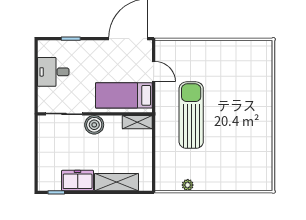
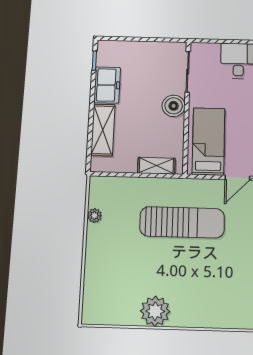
shelving: (137, 122) -> (156, 166), moved, turned 90
plant: (261, 134) -> (155, 311), added

